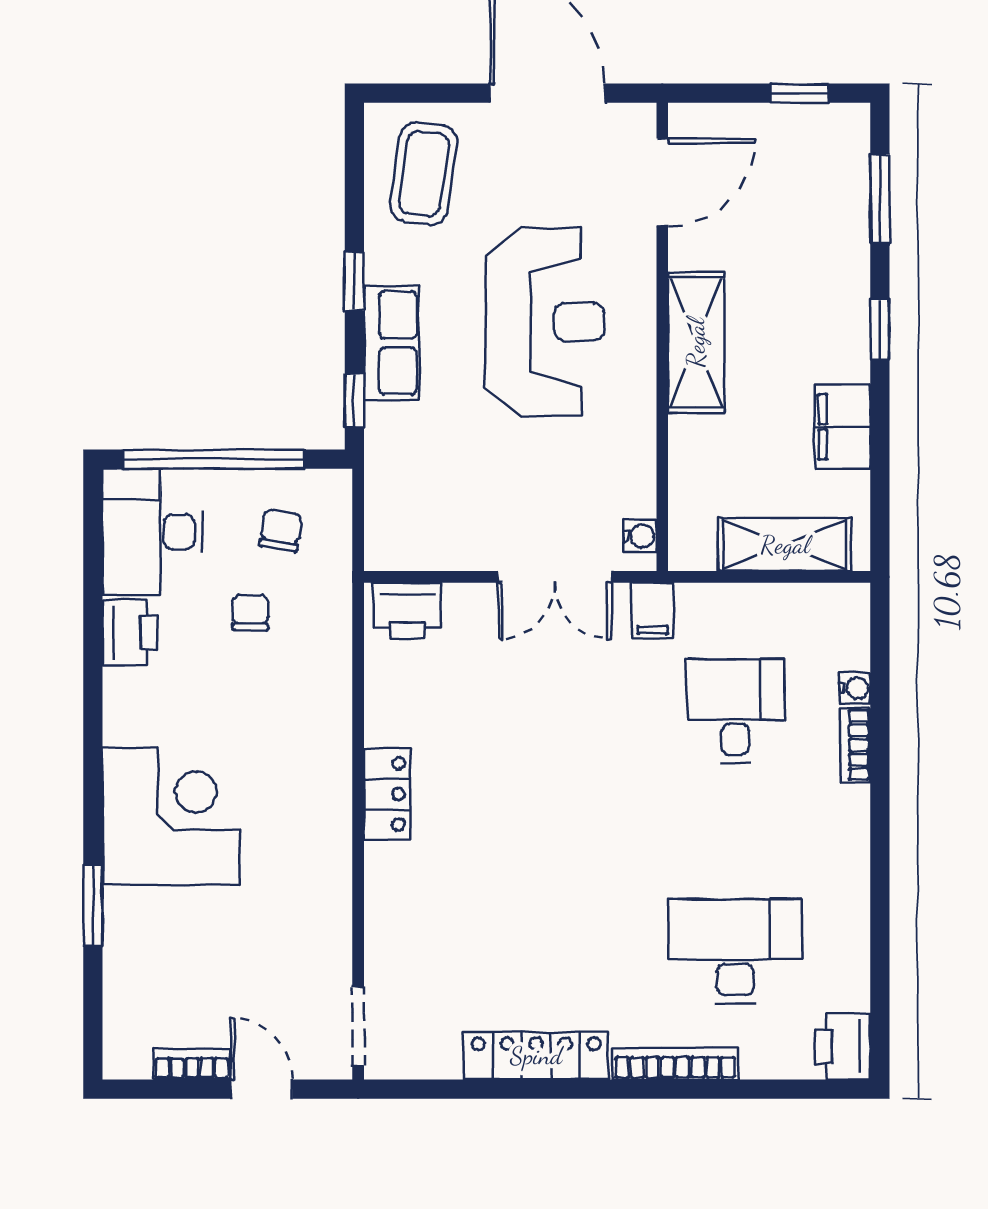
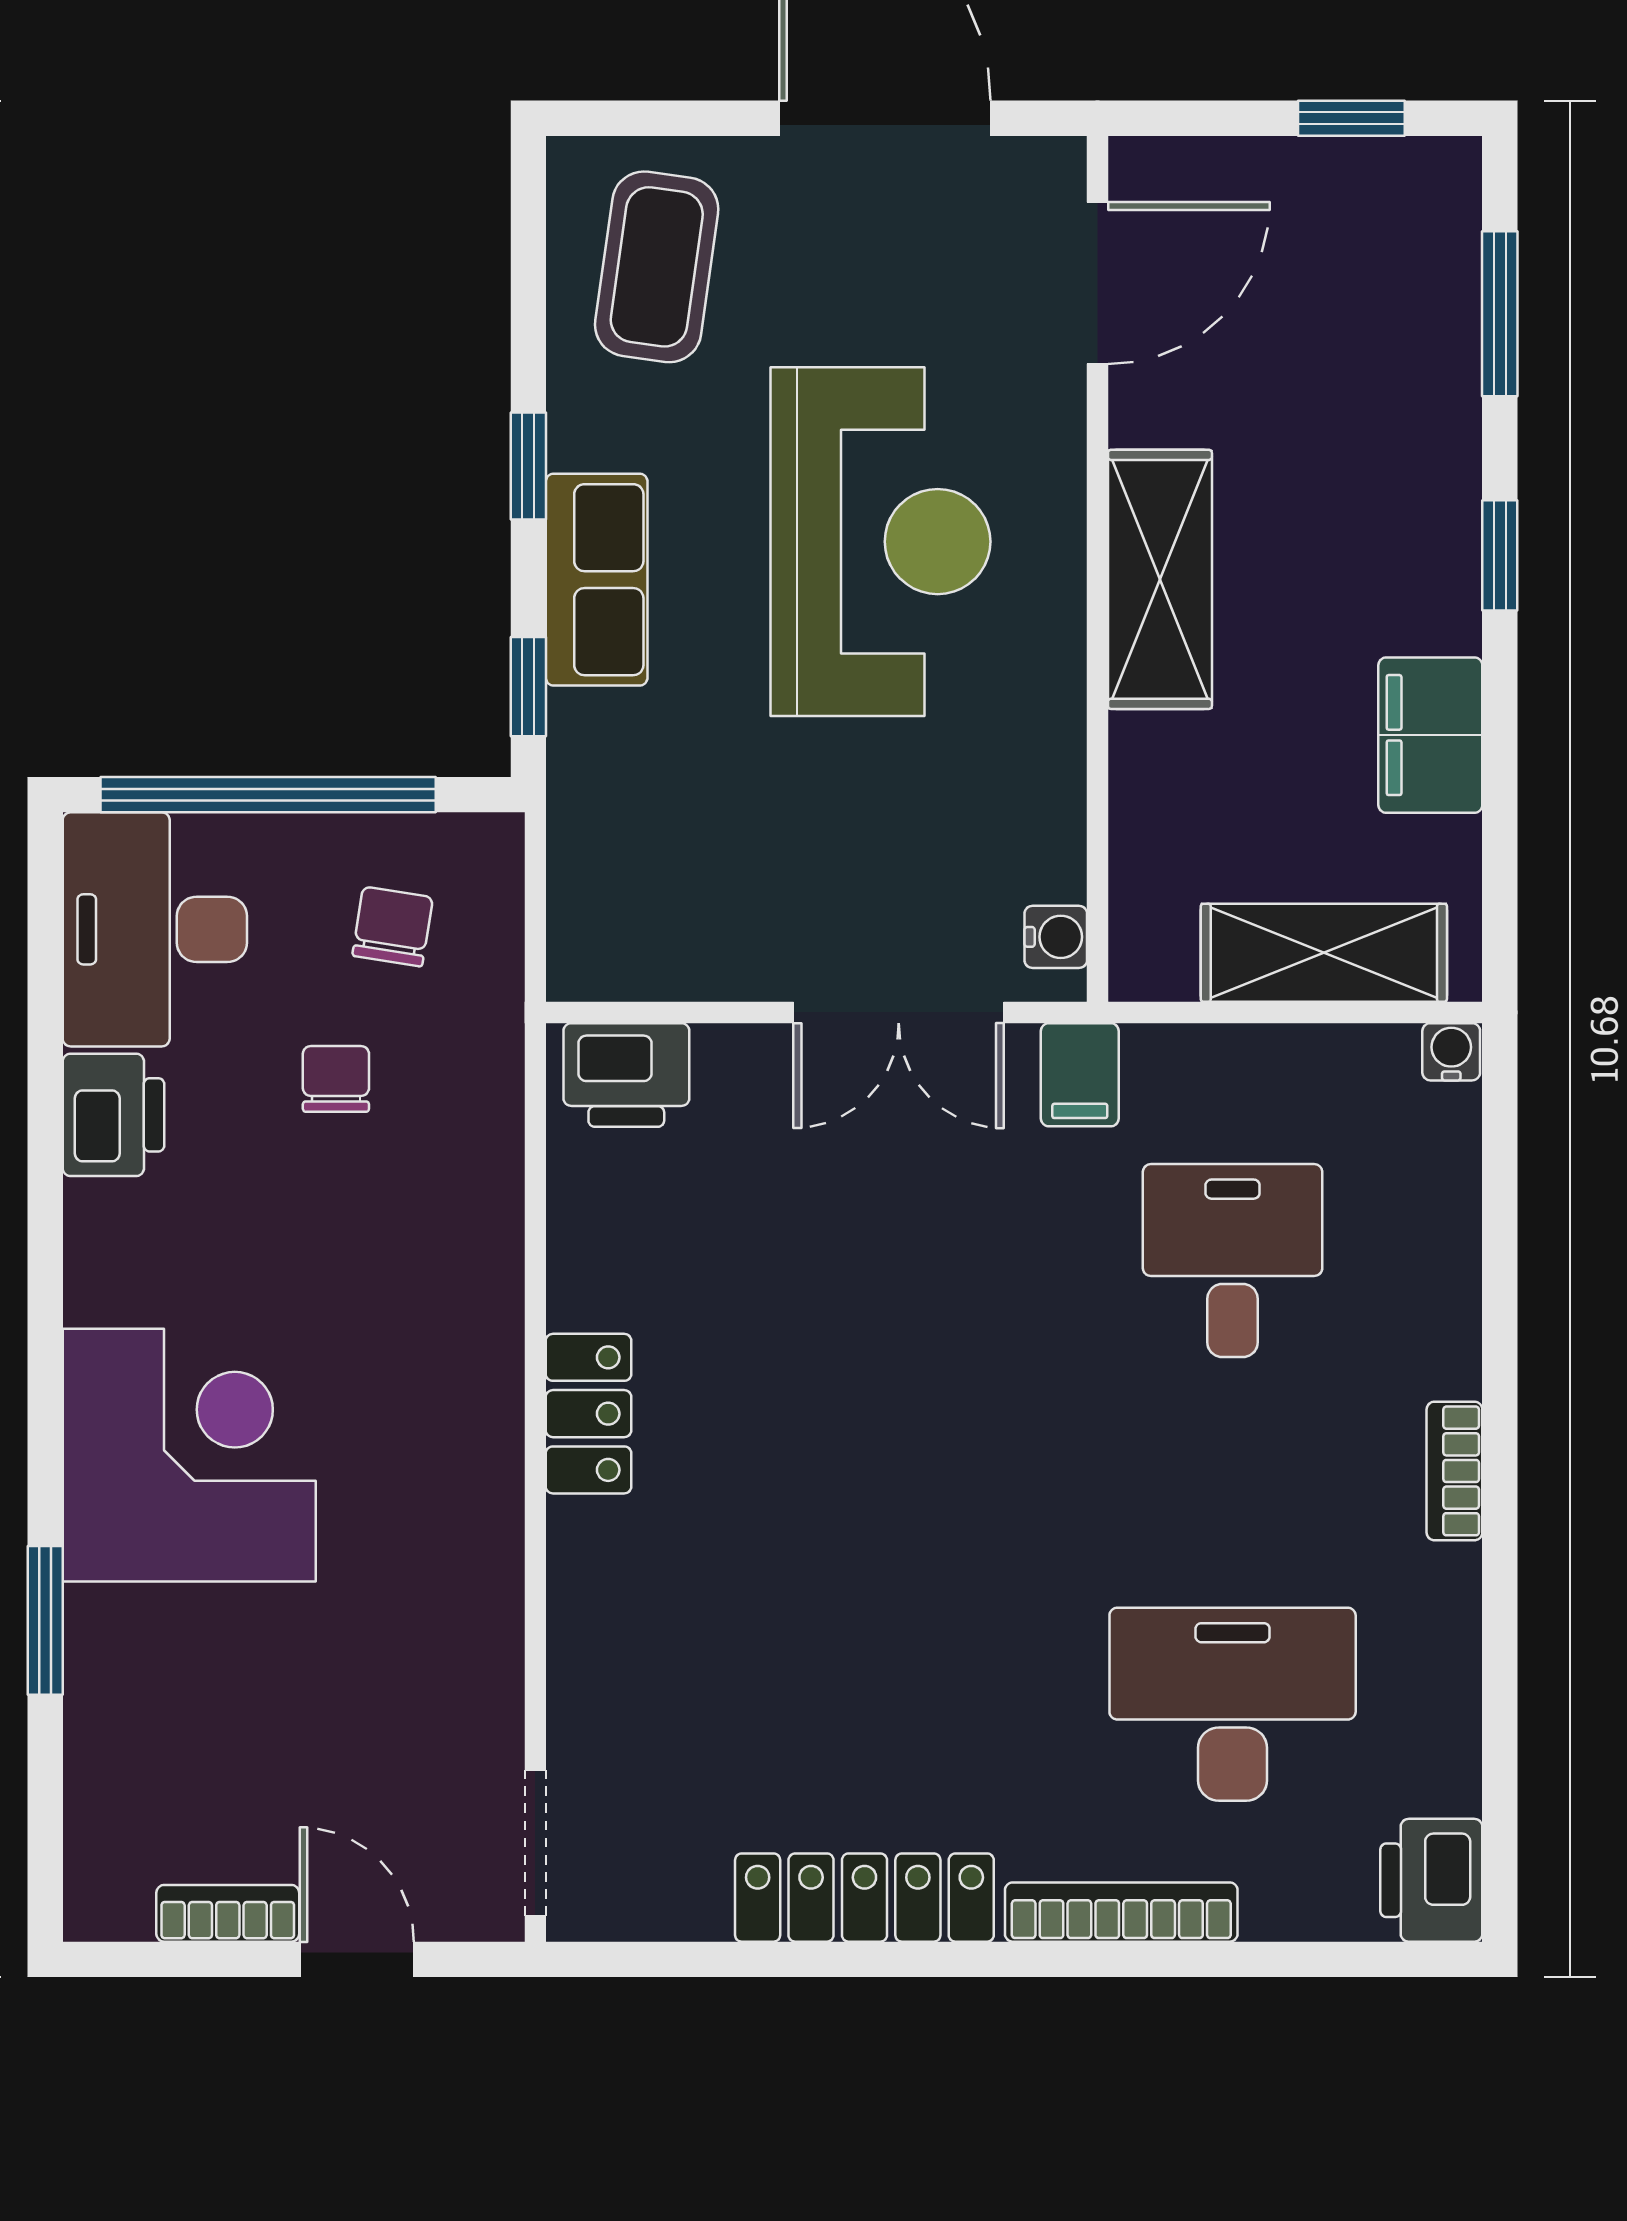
water cooler: (855, 688) -> (1451, 1052), moved, turned -90
bookcase: (855, 745) -> (1454, 1471), moved

